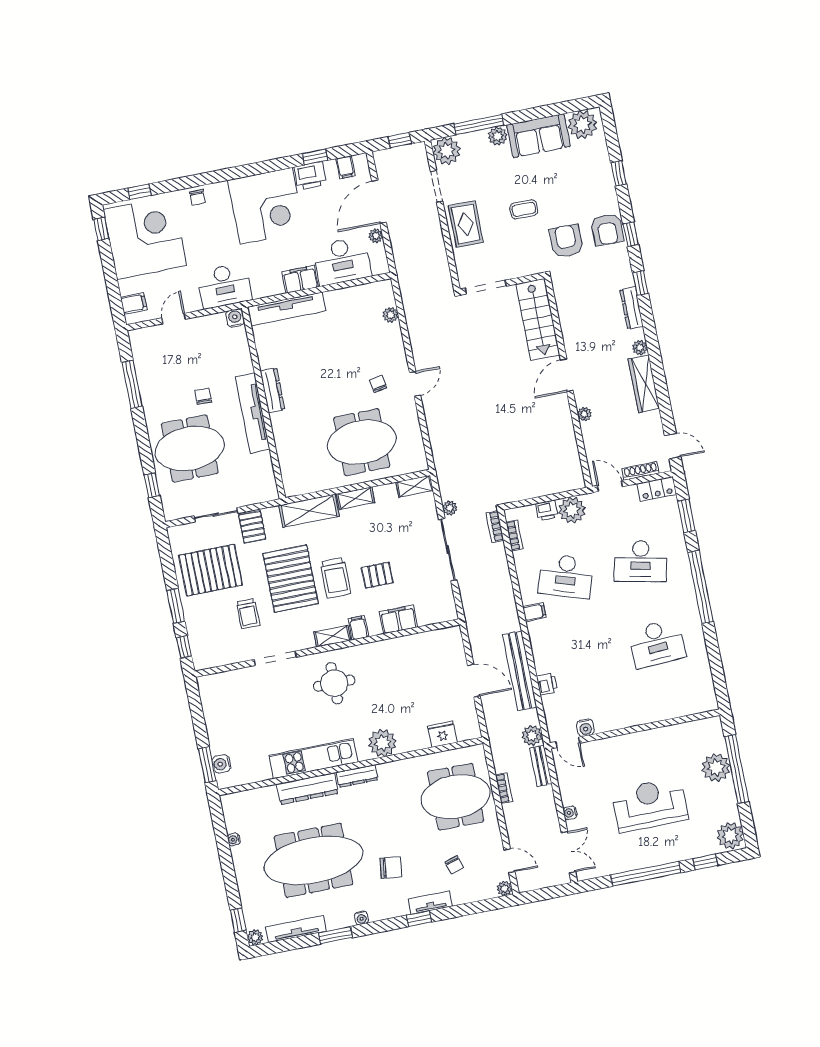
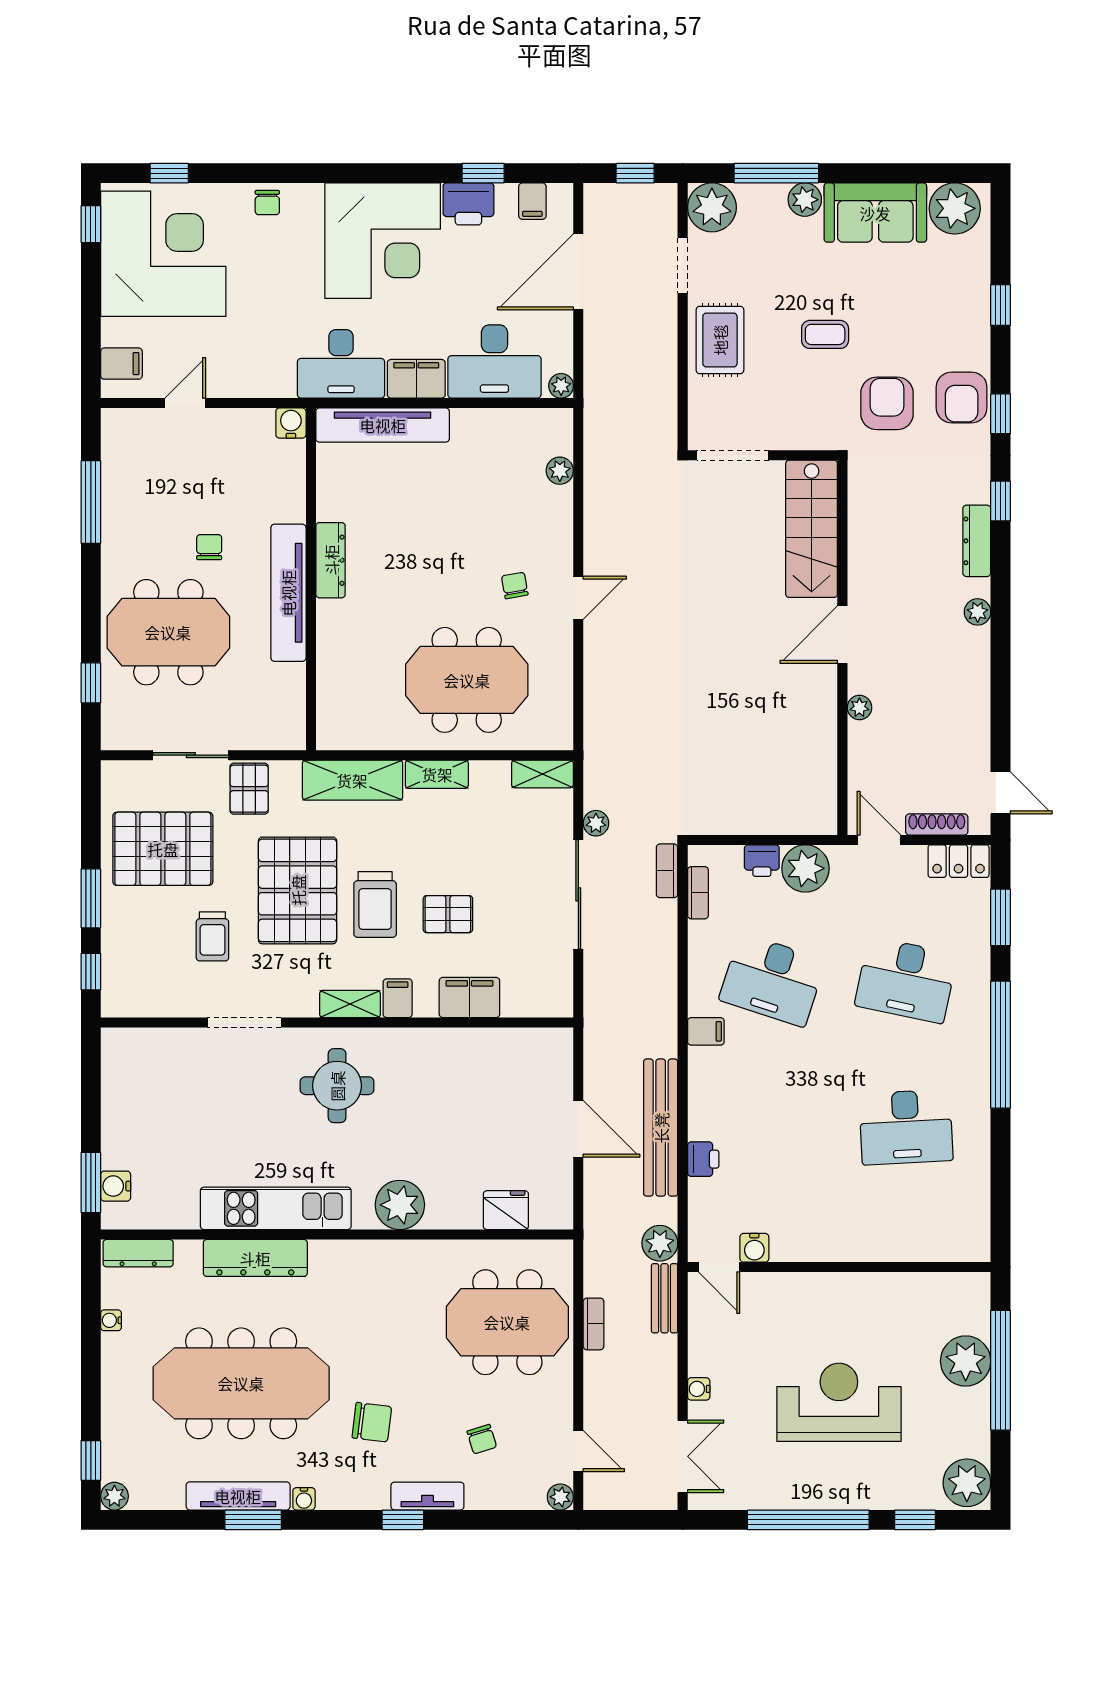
plant: (376, 236) -> (561, 386), moved
desk: (224, 286) -> (341, 364), moved
wardrobe: (644, 384) -> (972, 676), removed
dresser: (357, 776) -> (138, 1253), moved
tv unit: (296, 929) -> (238, 1496), moved

